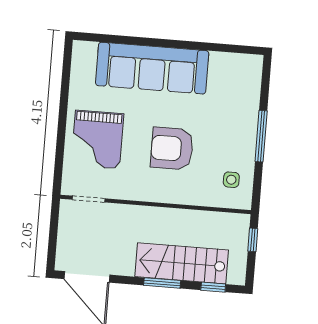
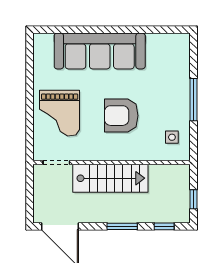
window: (253, 240) -> (193, 199), moved
stairs: (182, 263) -> (110, 178), moved, turned 180

